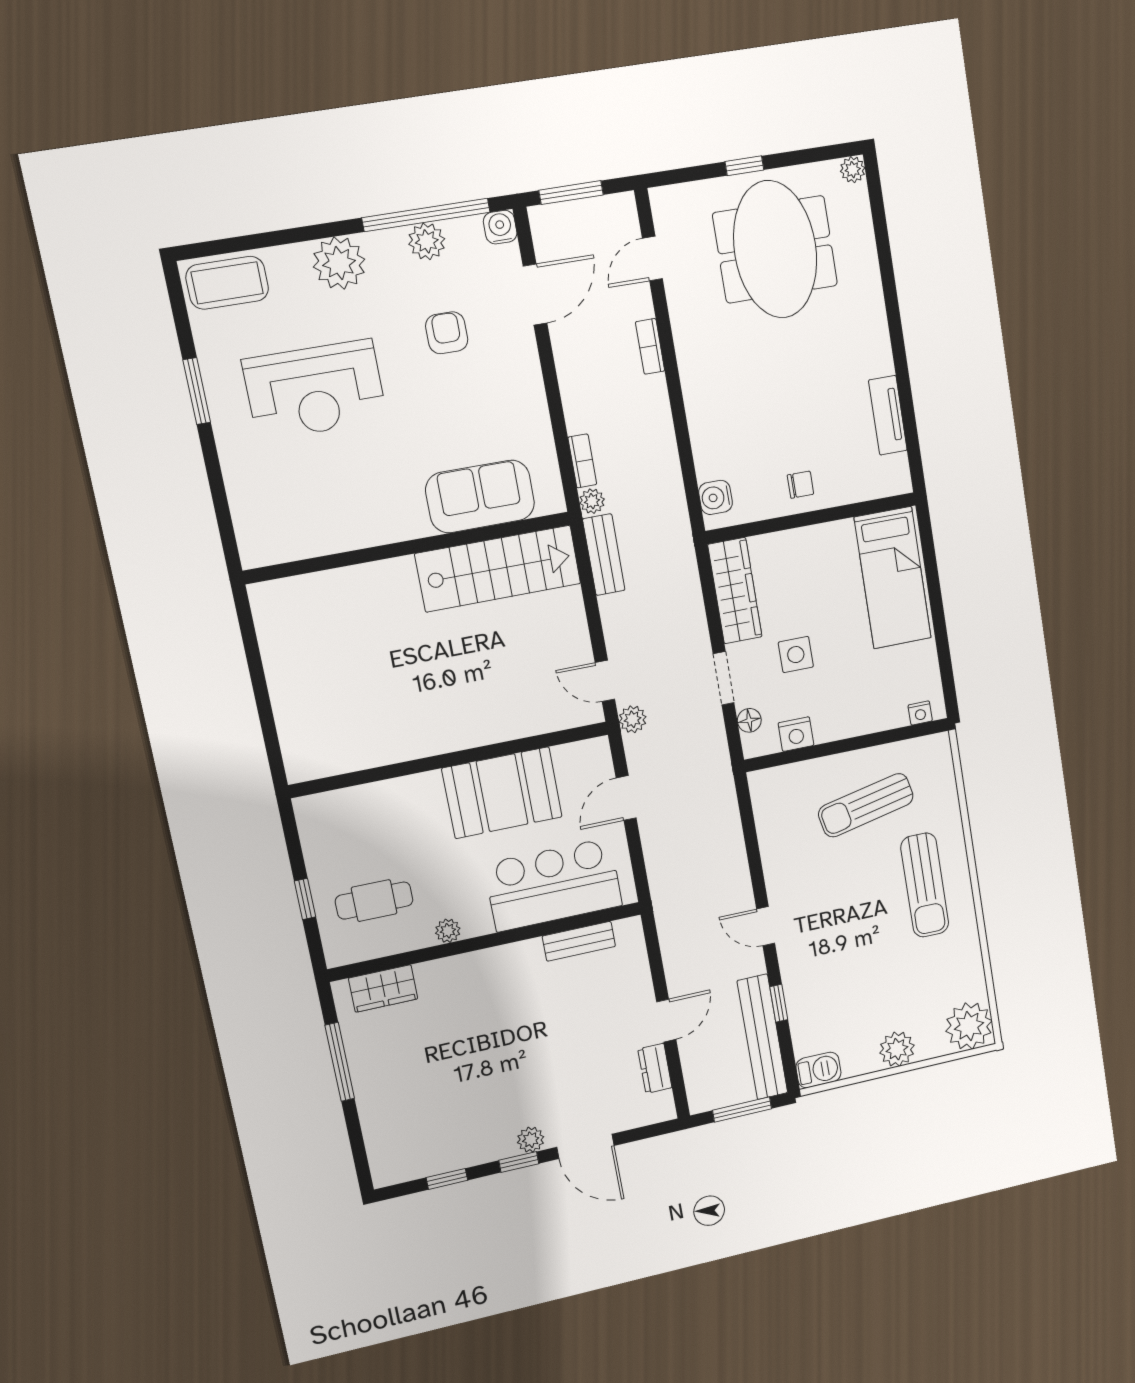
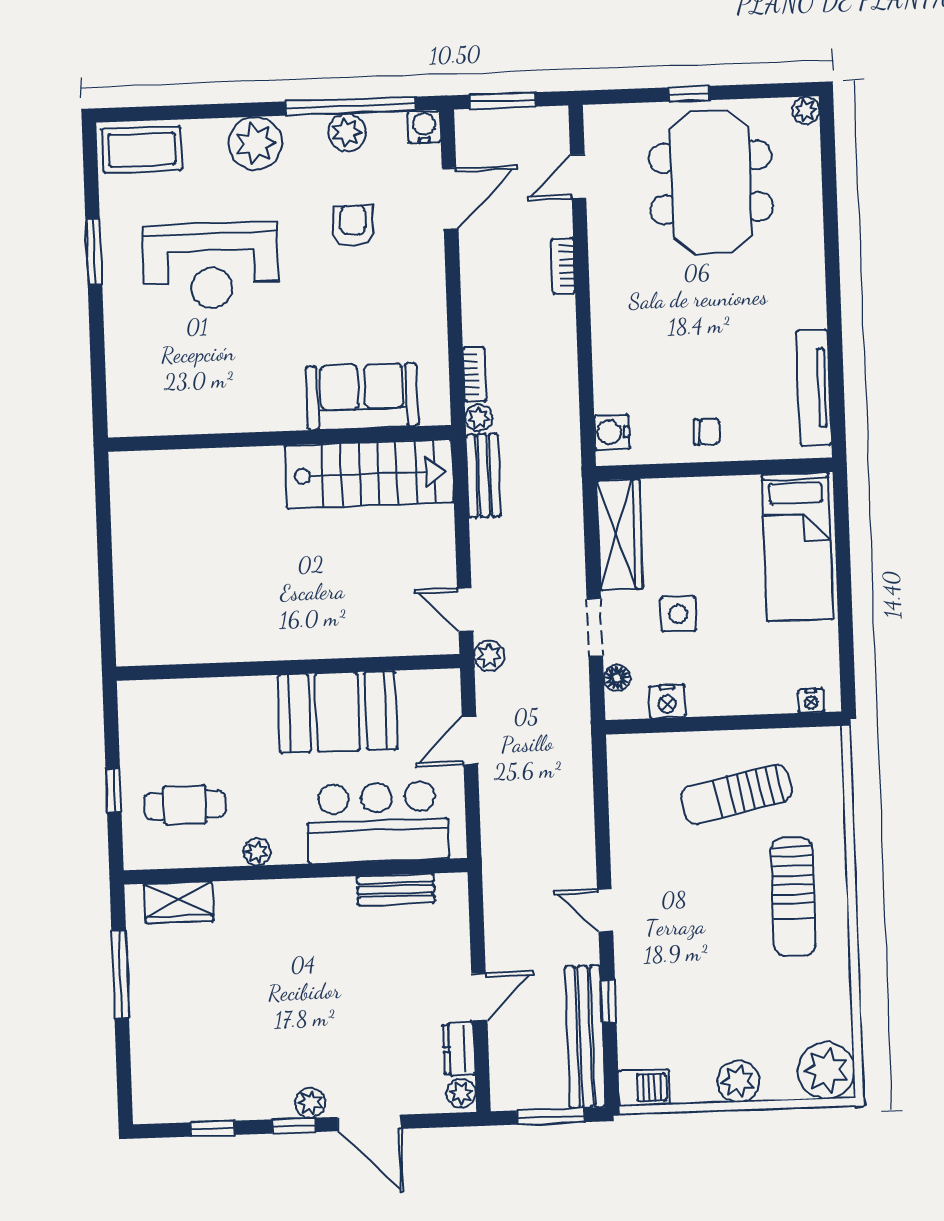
tv unit: (888, 415) -> (814, 388), width x1.41
plant: (662, 1105) -> (461, 1093), added

